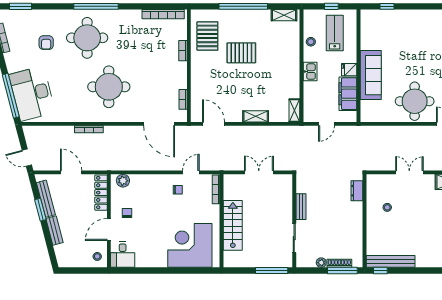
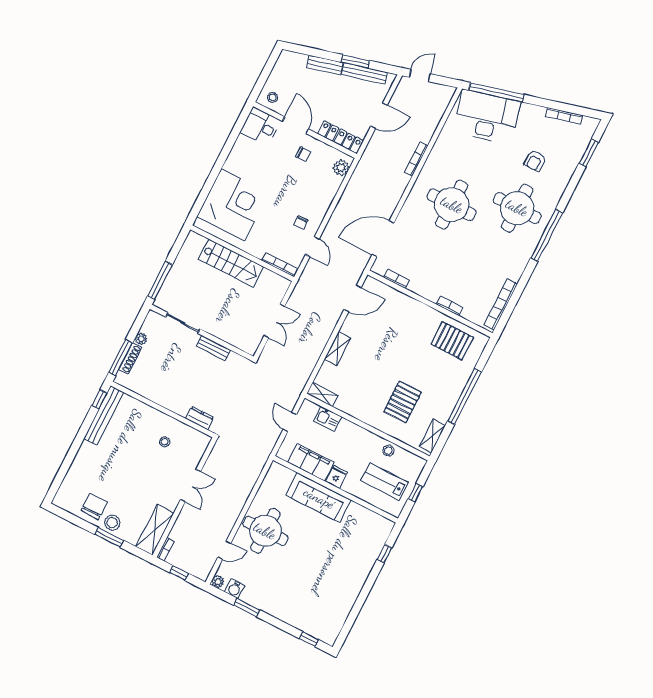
lab bench: (335, 33) -> (385, 482), turned 180
armchair: (46, 43) -> (535, 161), turned -90
pallet: (241, 53) -> (402, 402), moved
kitchen sink: (310, 72) -> (328, 419), moved

